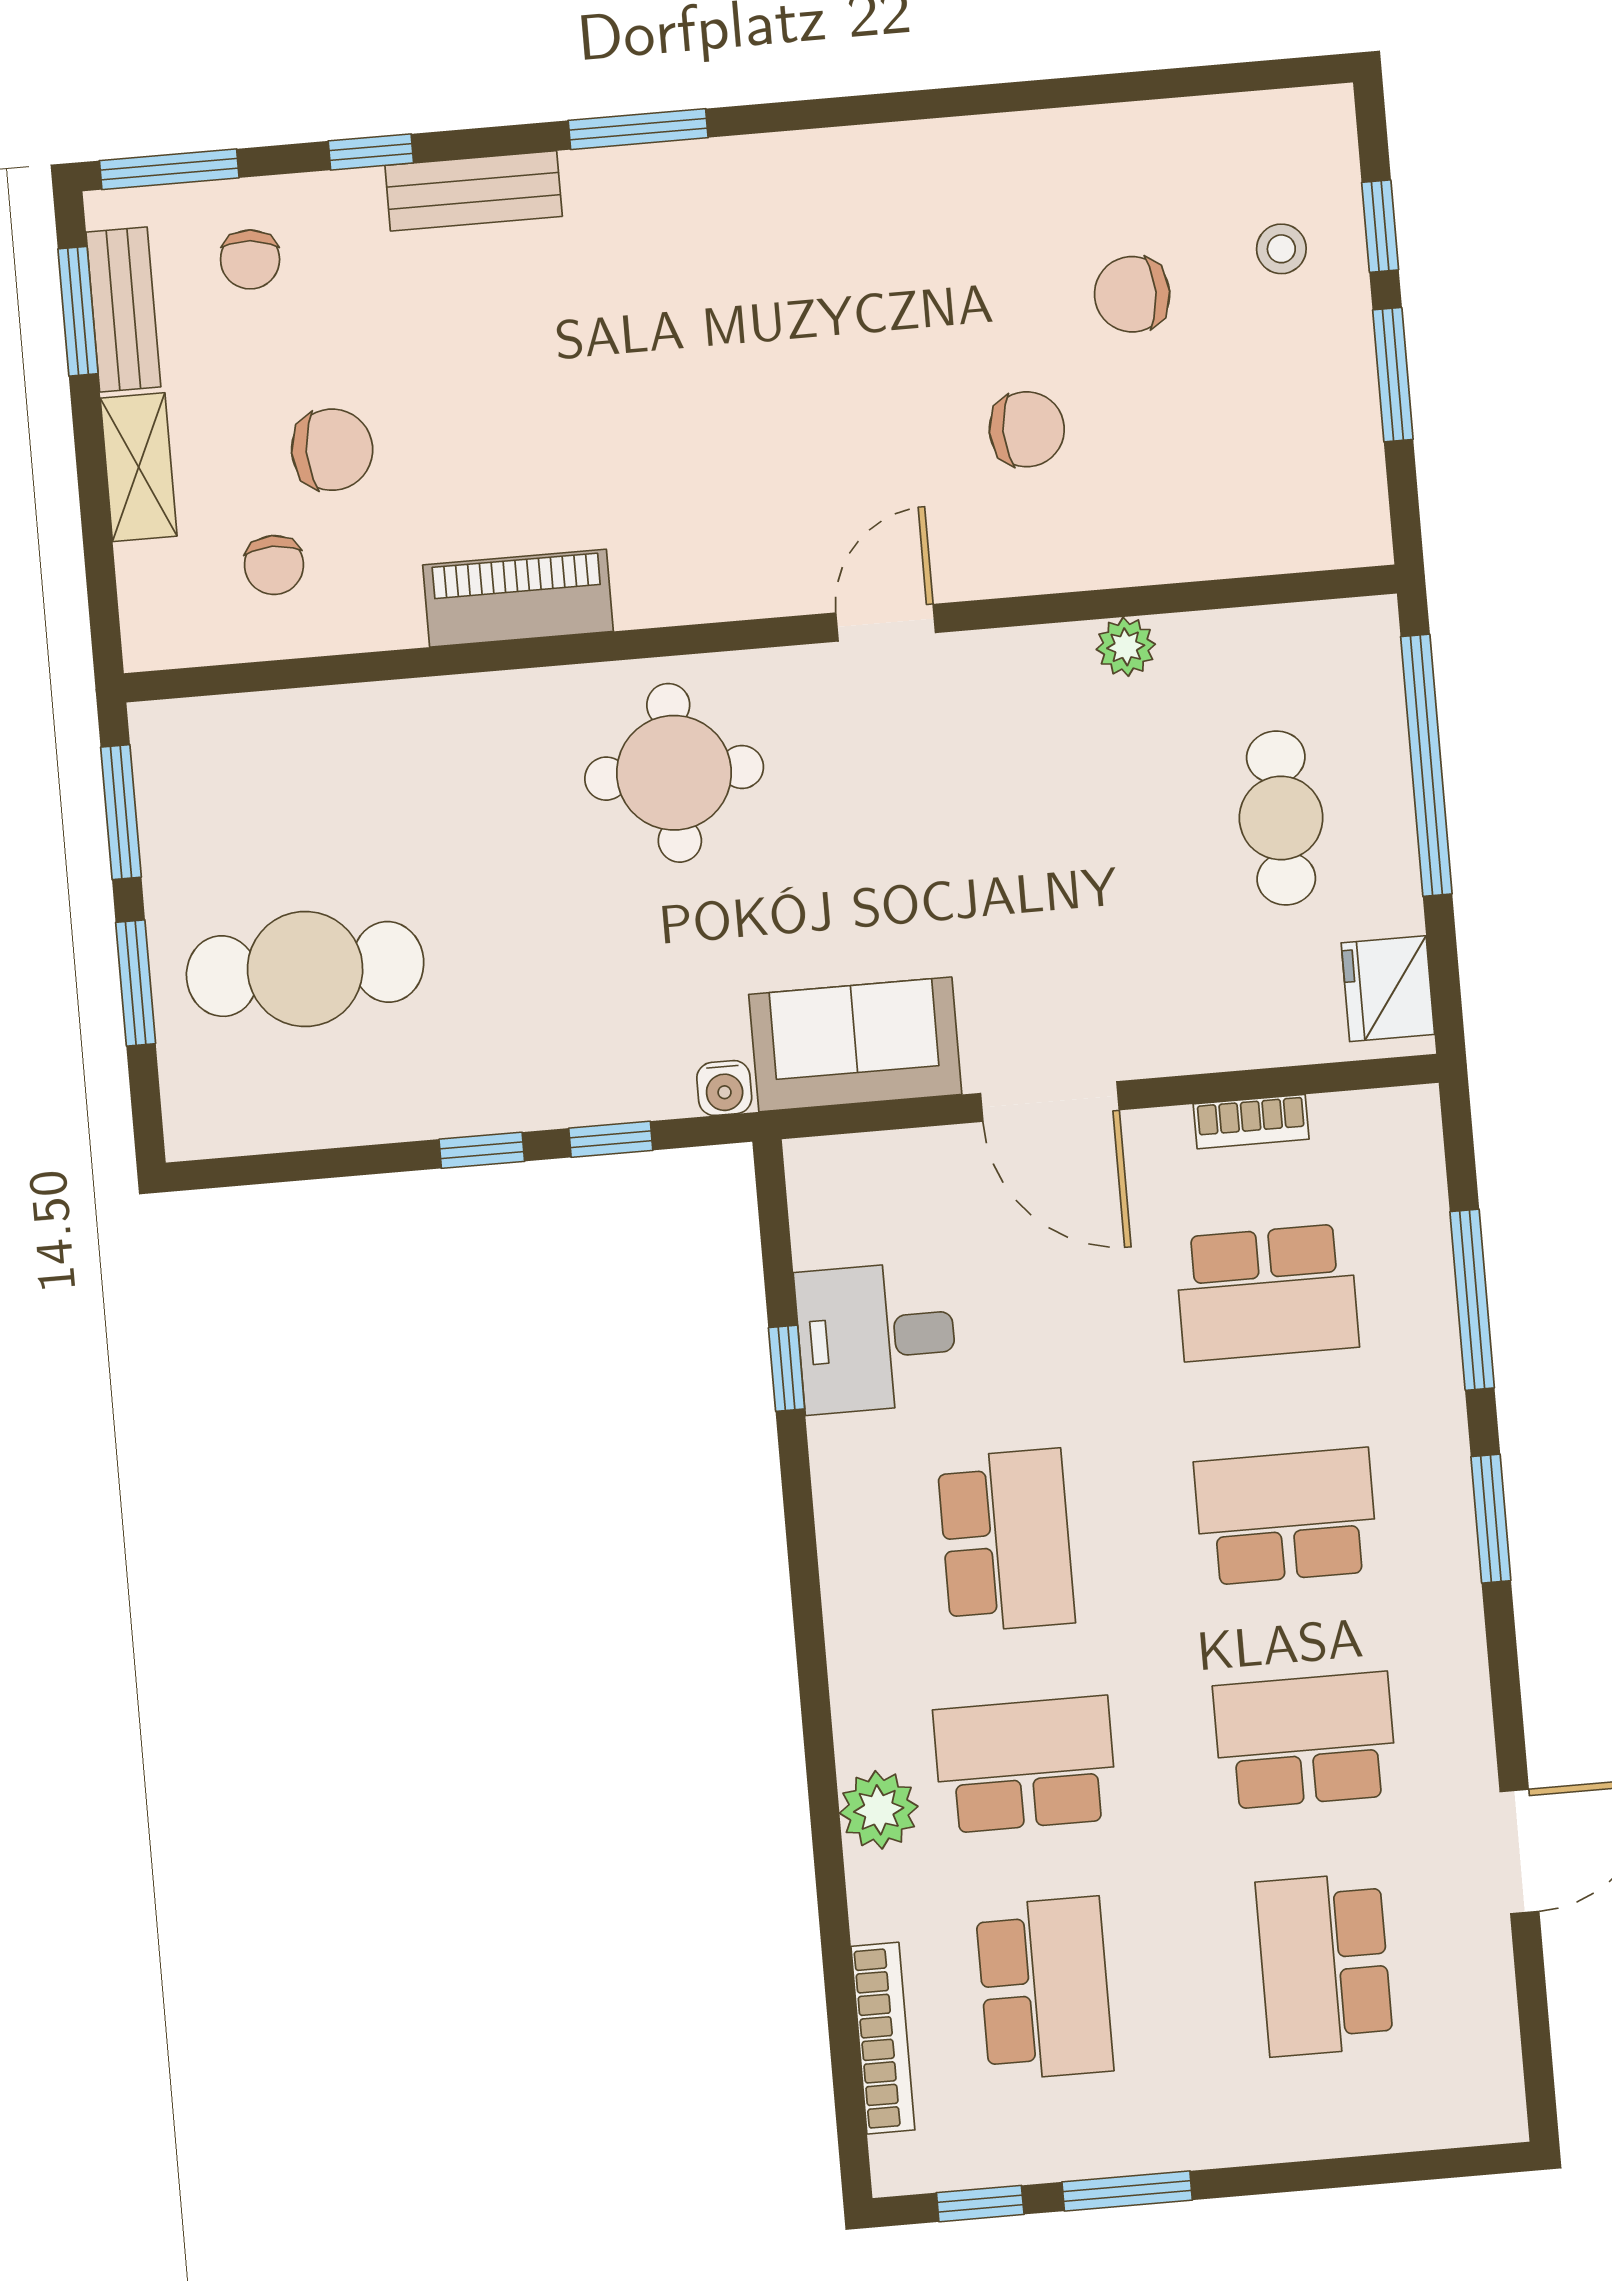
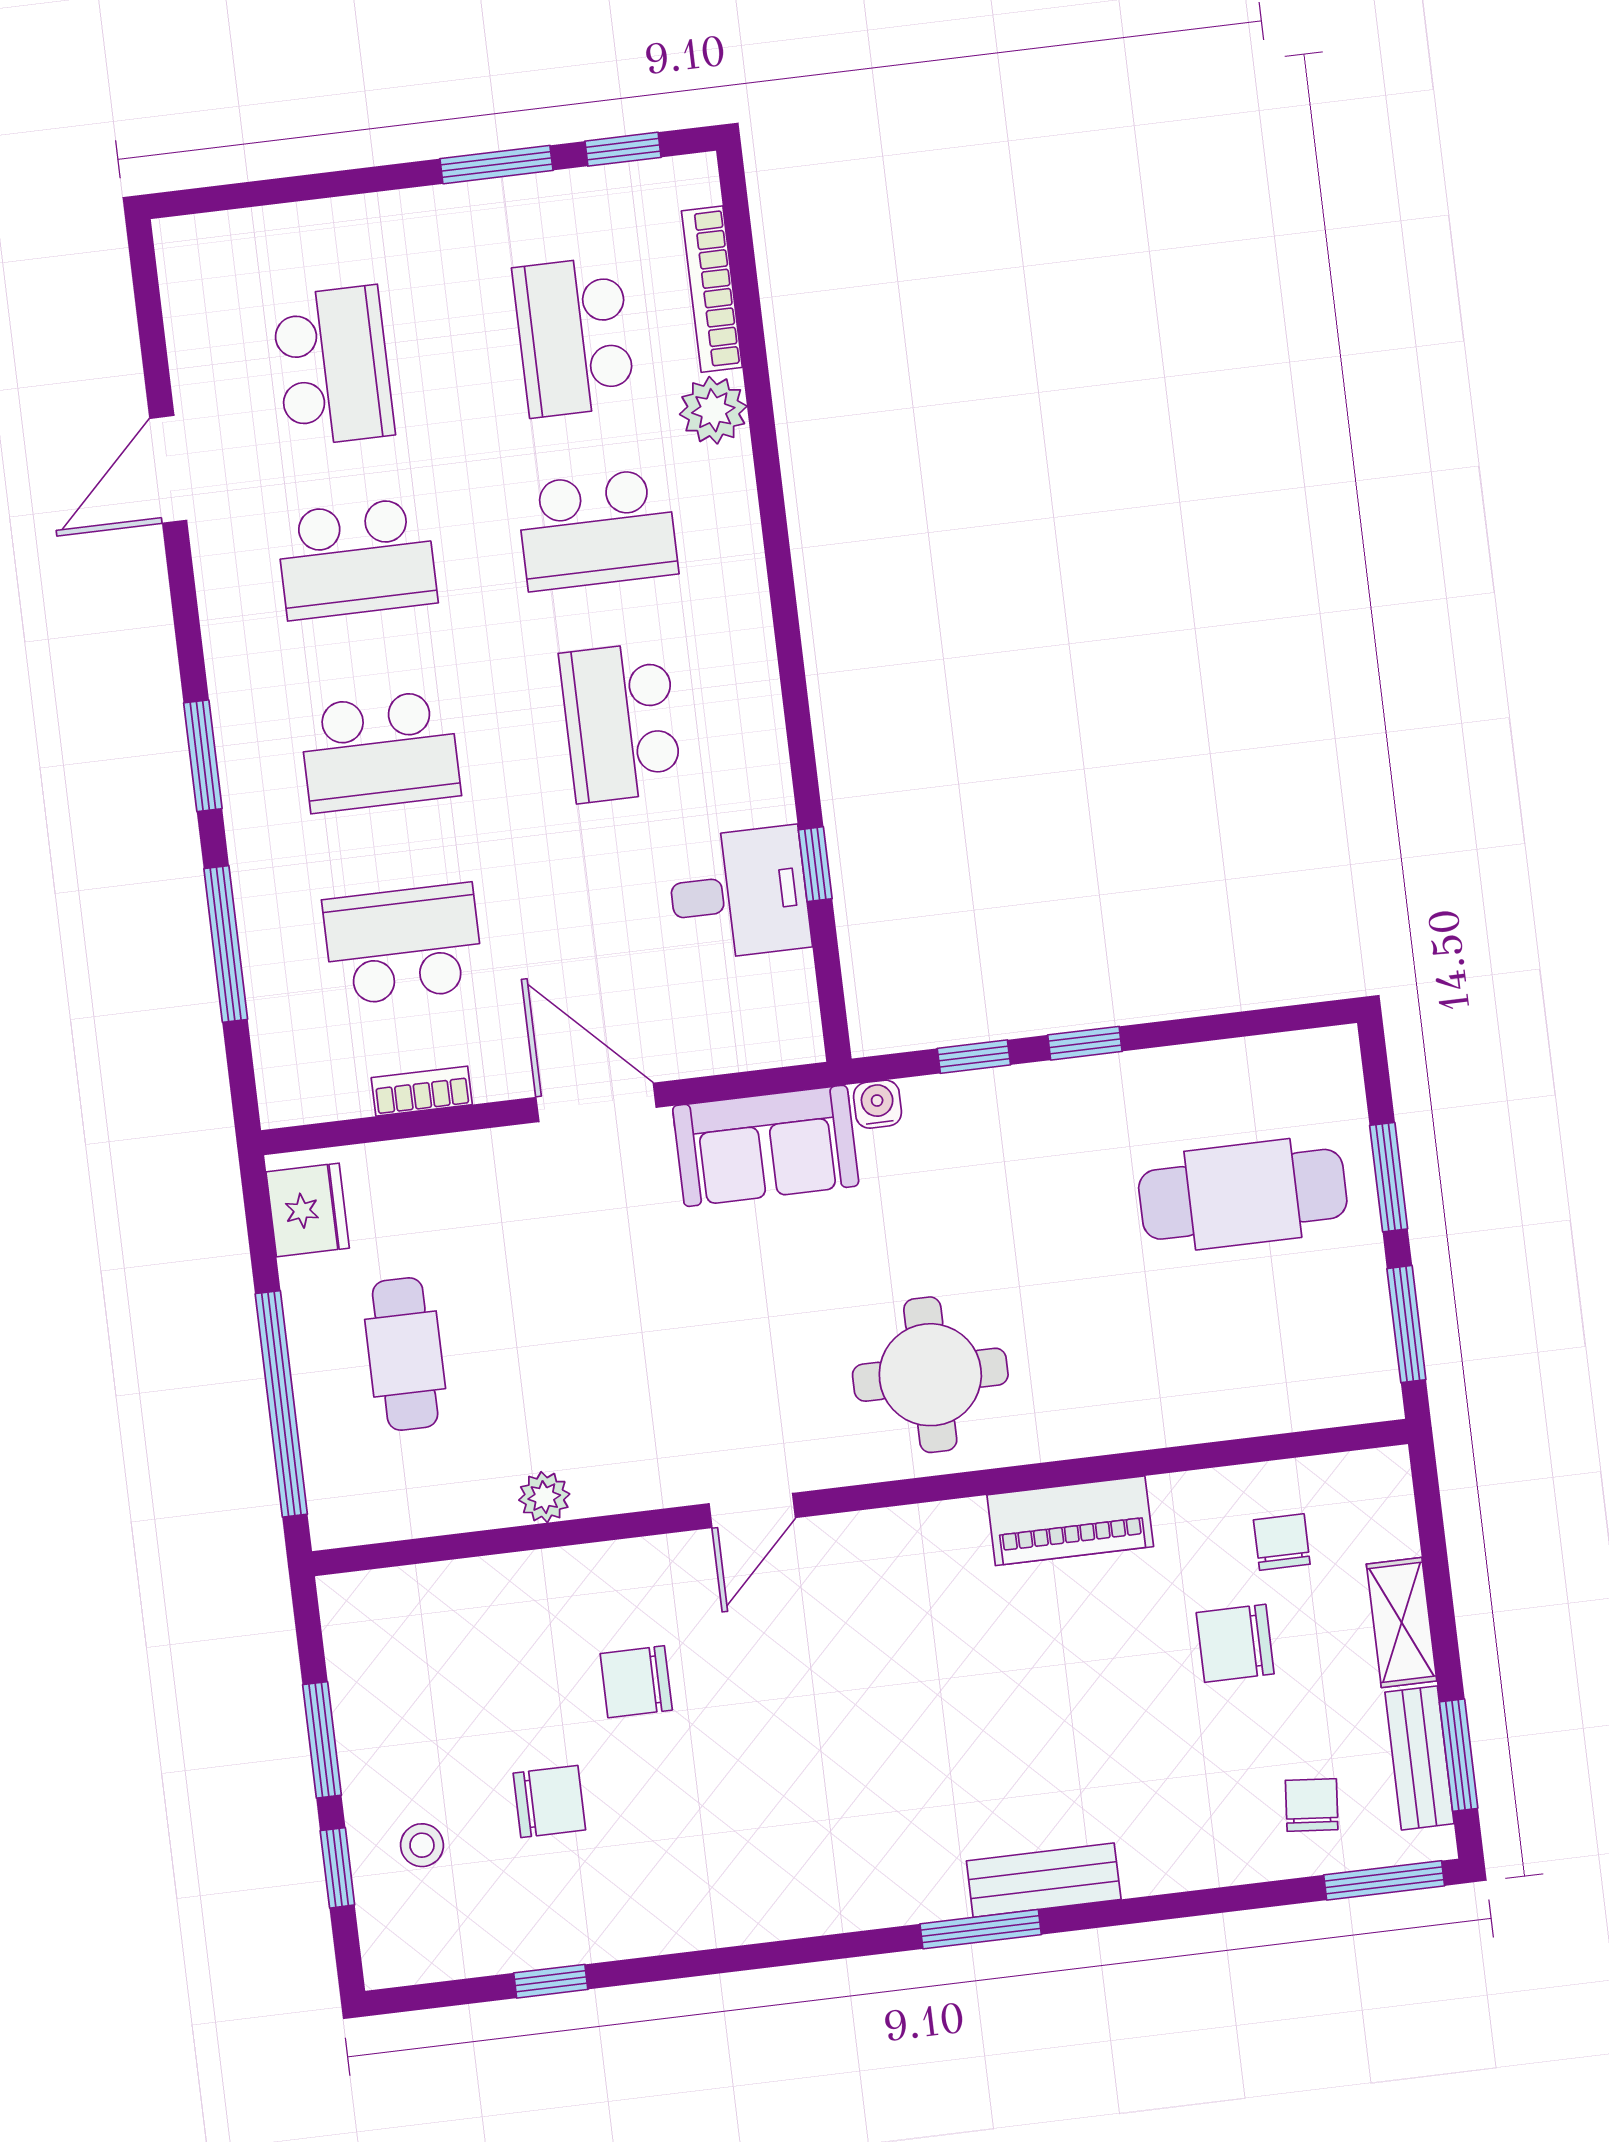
window: (371, 152) -> (551, 1981), moved
bench: (474, 191) -> (1044, 1880), moved
plant: (879, 1810) -> (713, 410), moved

